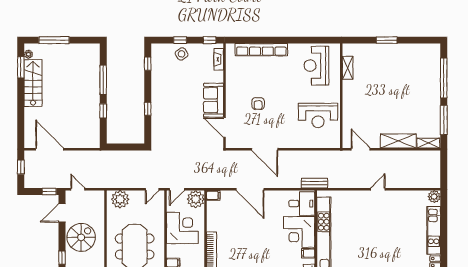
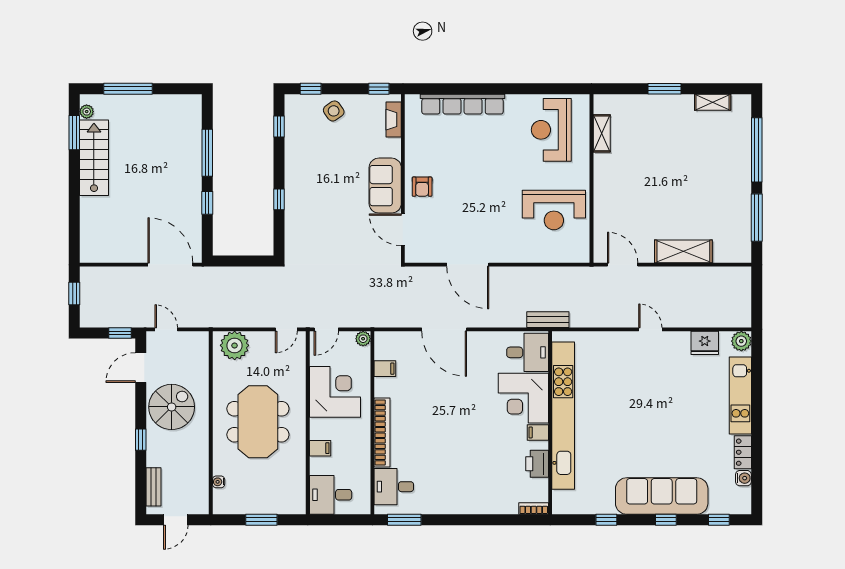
window: (180, 40) -> (311, 89), moved
armchair: (258, 104) -> (422, 187), moved
shelving: (428, 143) -> (713, 102), moved
door: (50, 149) -> (170, 265), moved
door: (378, 189) -> (650, 329), hinge flipped
filing cabinet: (213, 195) -> (385, 369), moved
fridge: (412, 198) -> (705, 343), added
plant: (196, 199) -> (363, 339), width x0.53, depth x0.53

